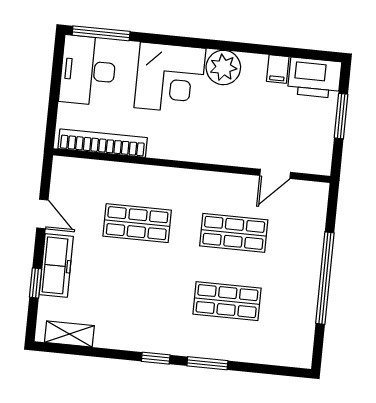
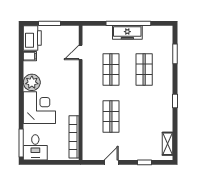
desk: (88, 70) -> (35, 147), width x0.73
door: (275, 174) -> (81, 52), swing flipped
freezer: (56, 266) -> (127, 33), moved, turned 180
window: (207, 363) -> (175, 54), moved

